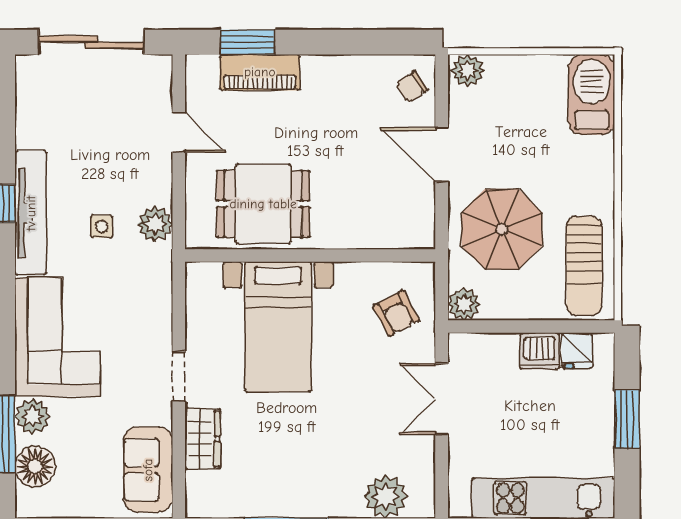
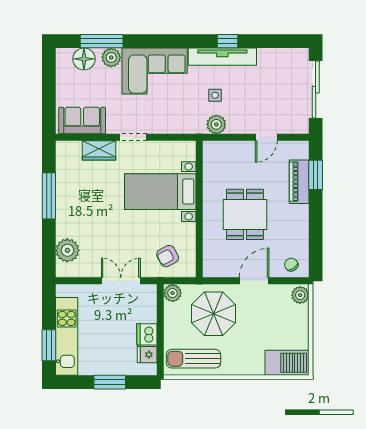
dining table: (263, 204) -> (245, 214), moved

